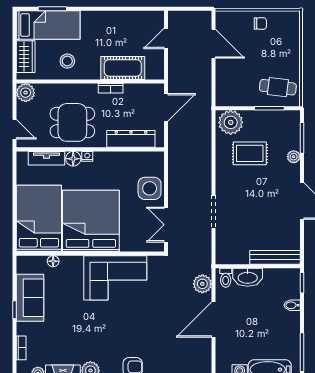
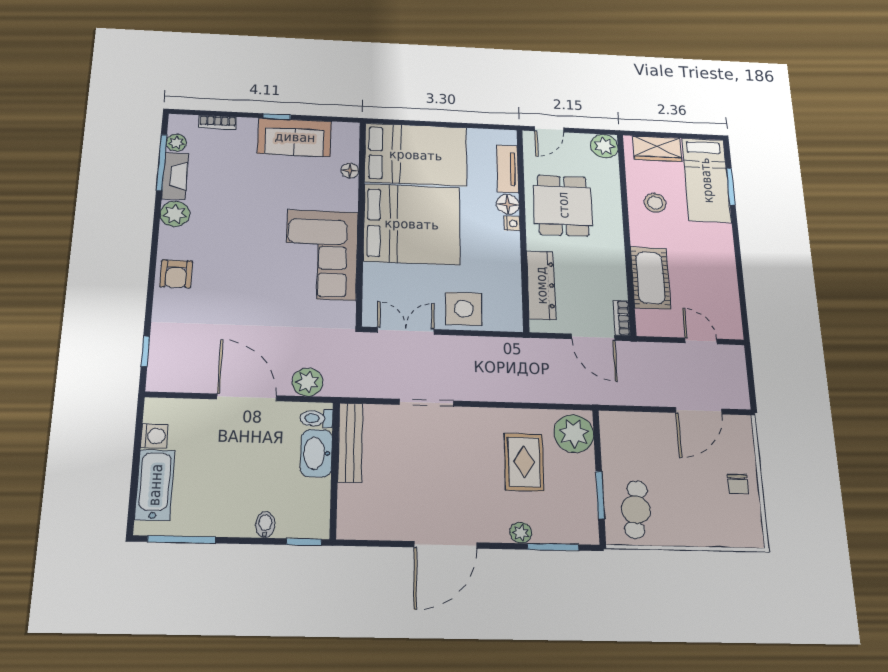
bookcase: (111, 88) -> (622, 318), moved
bench: (275, 257) -> (350, 443), moved

